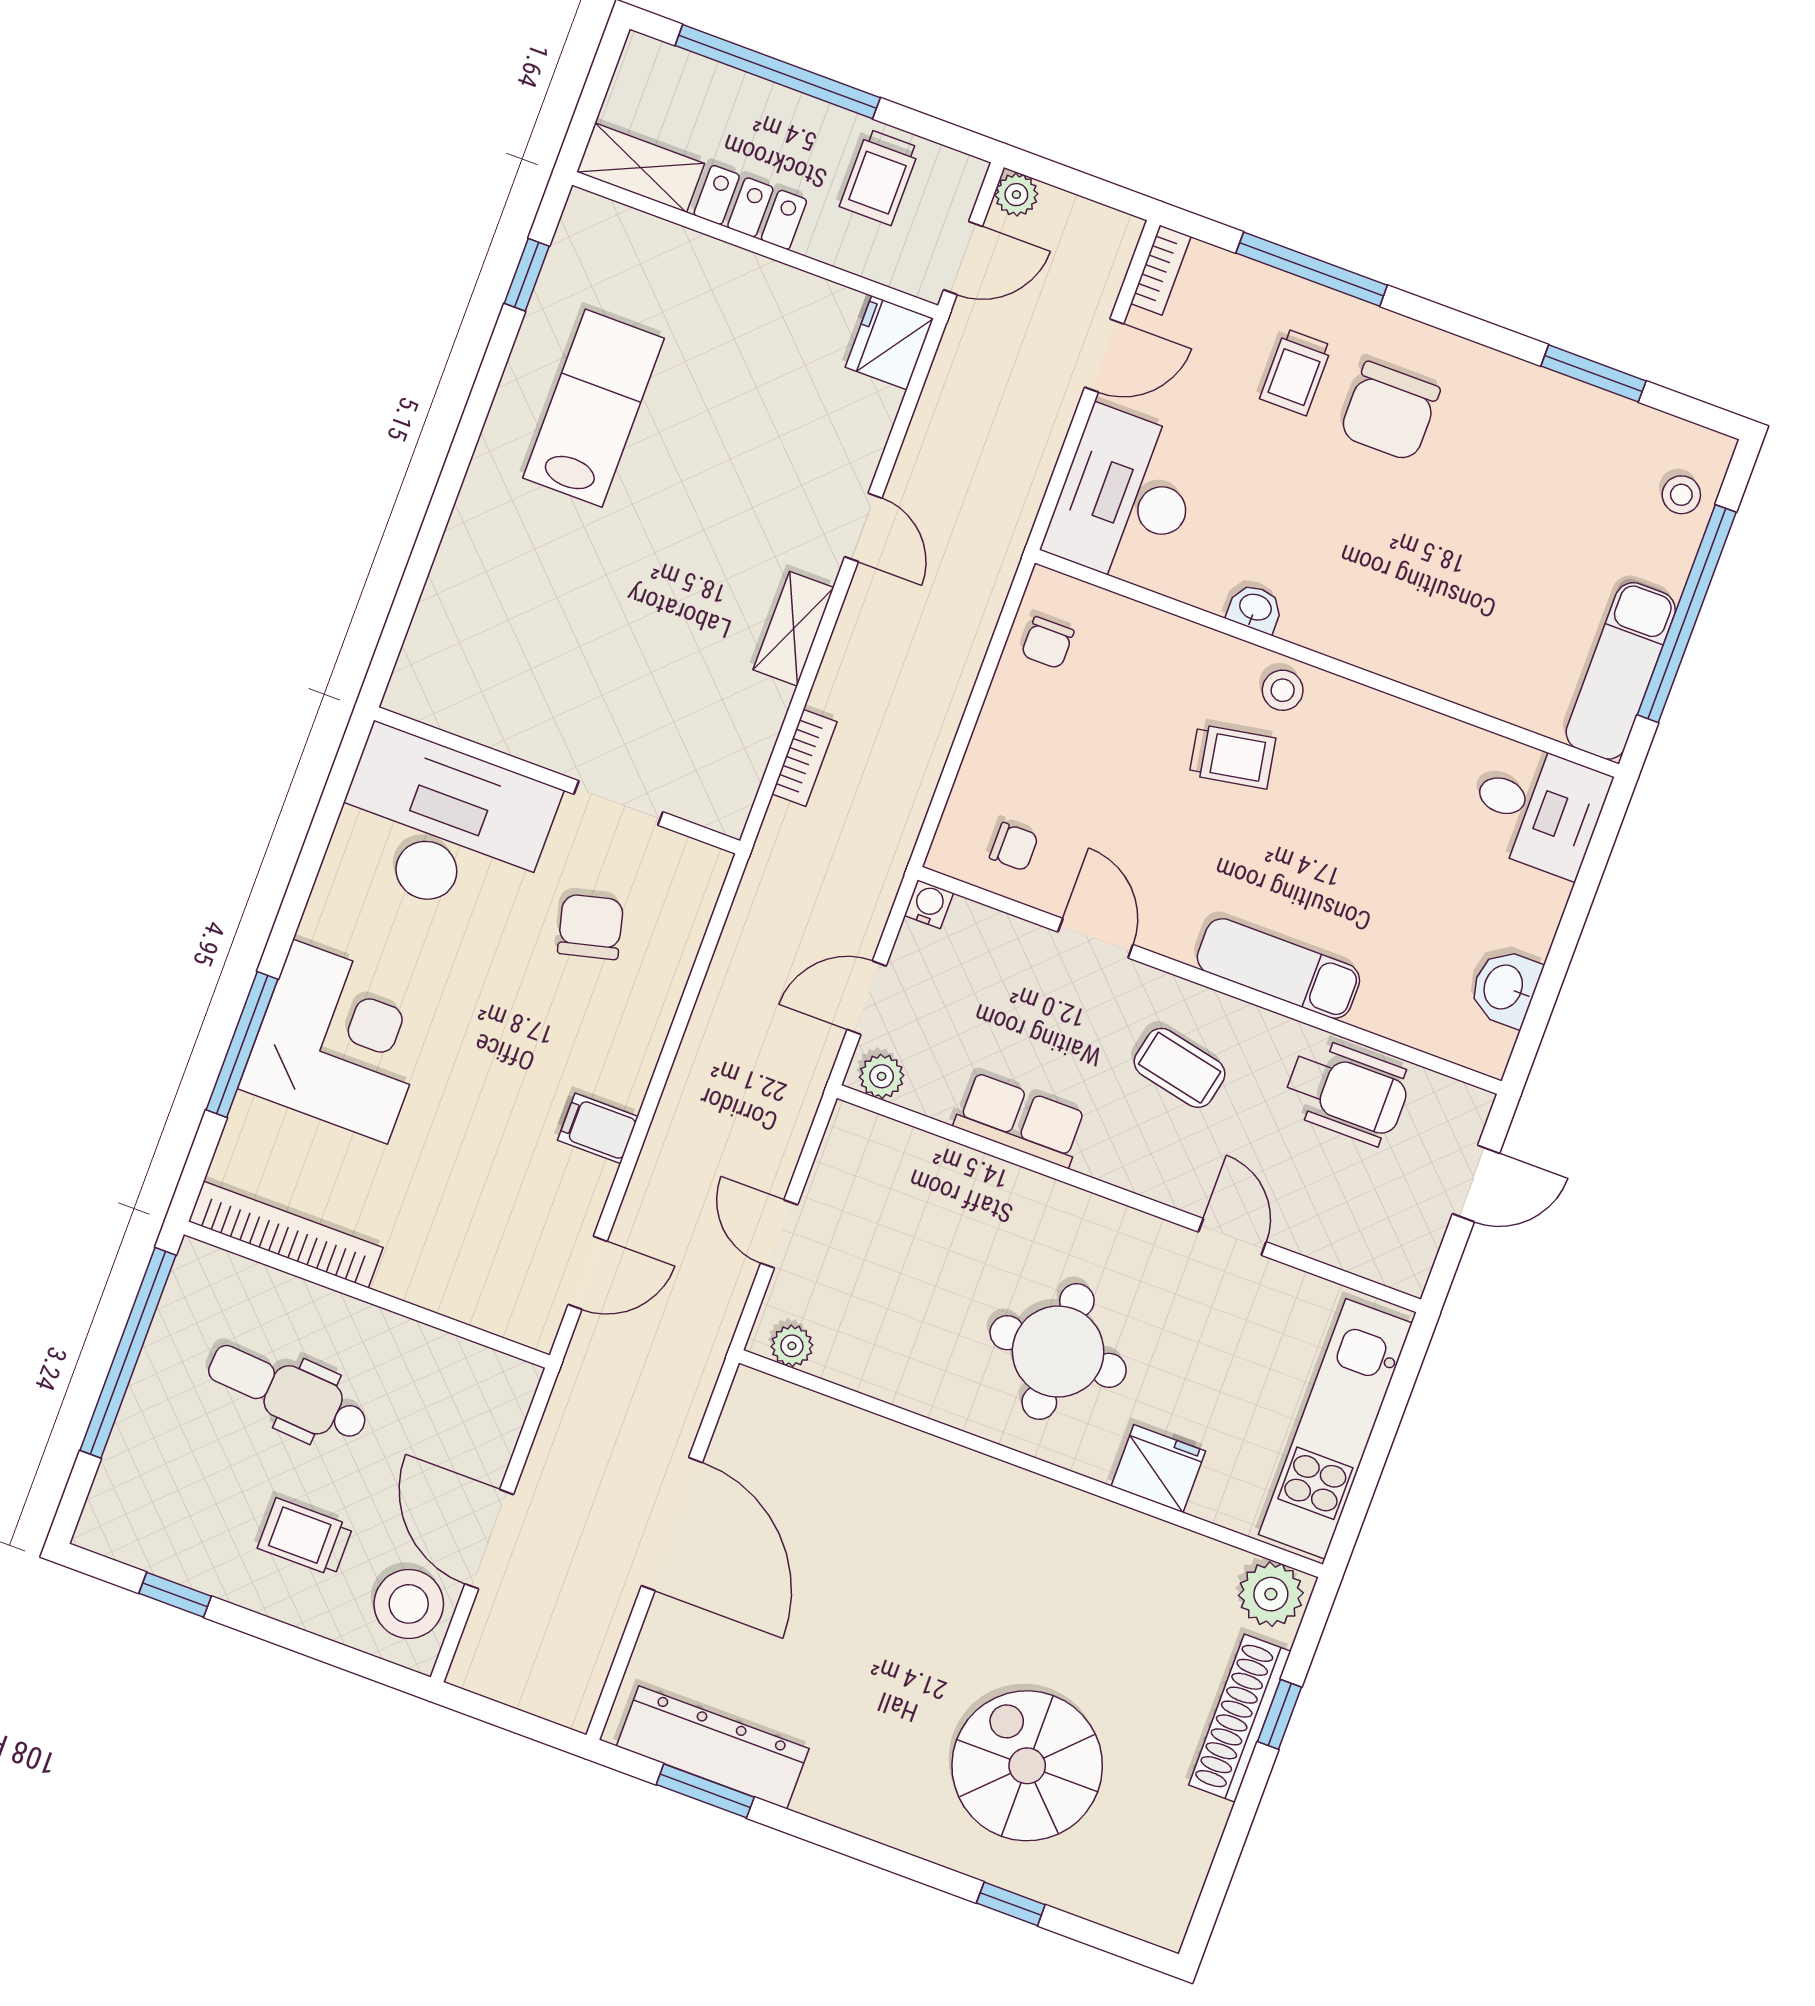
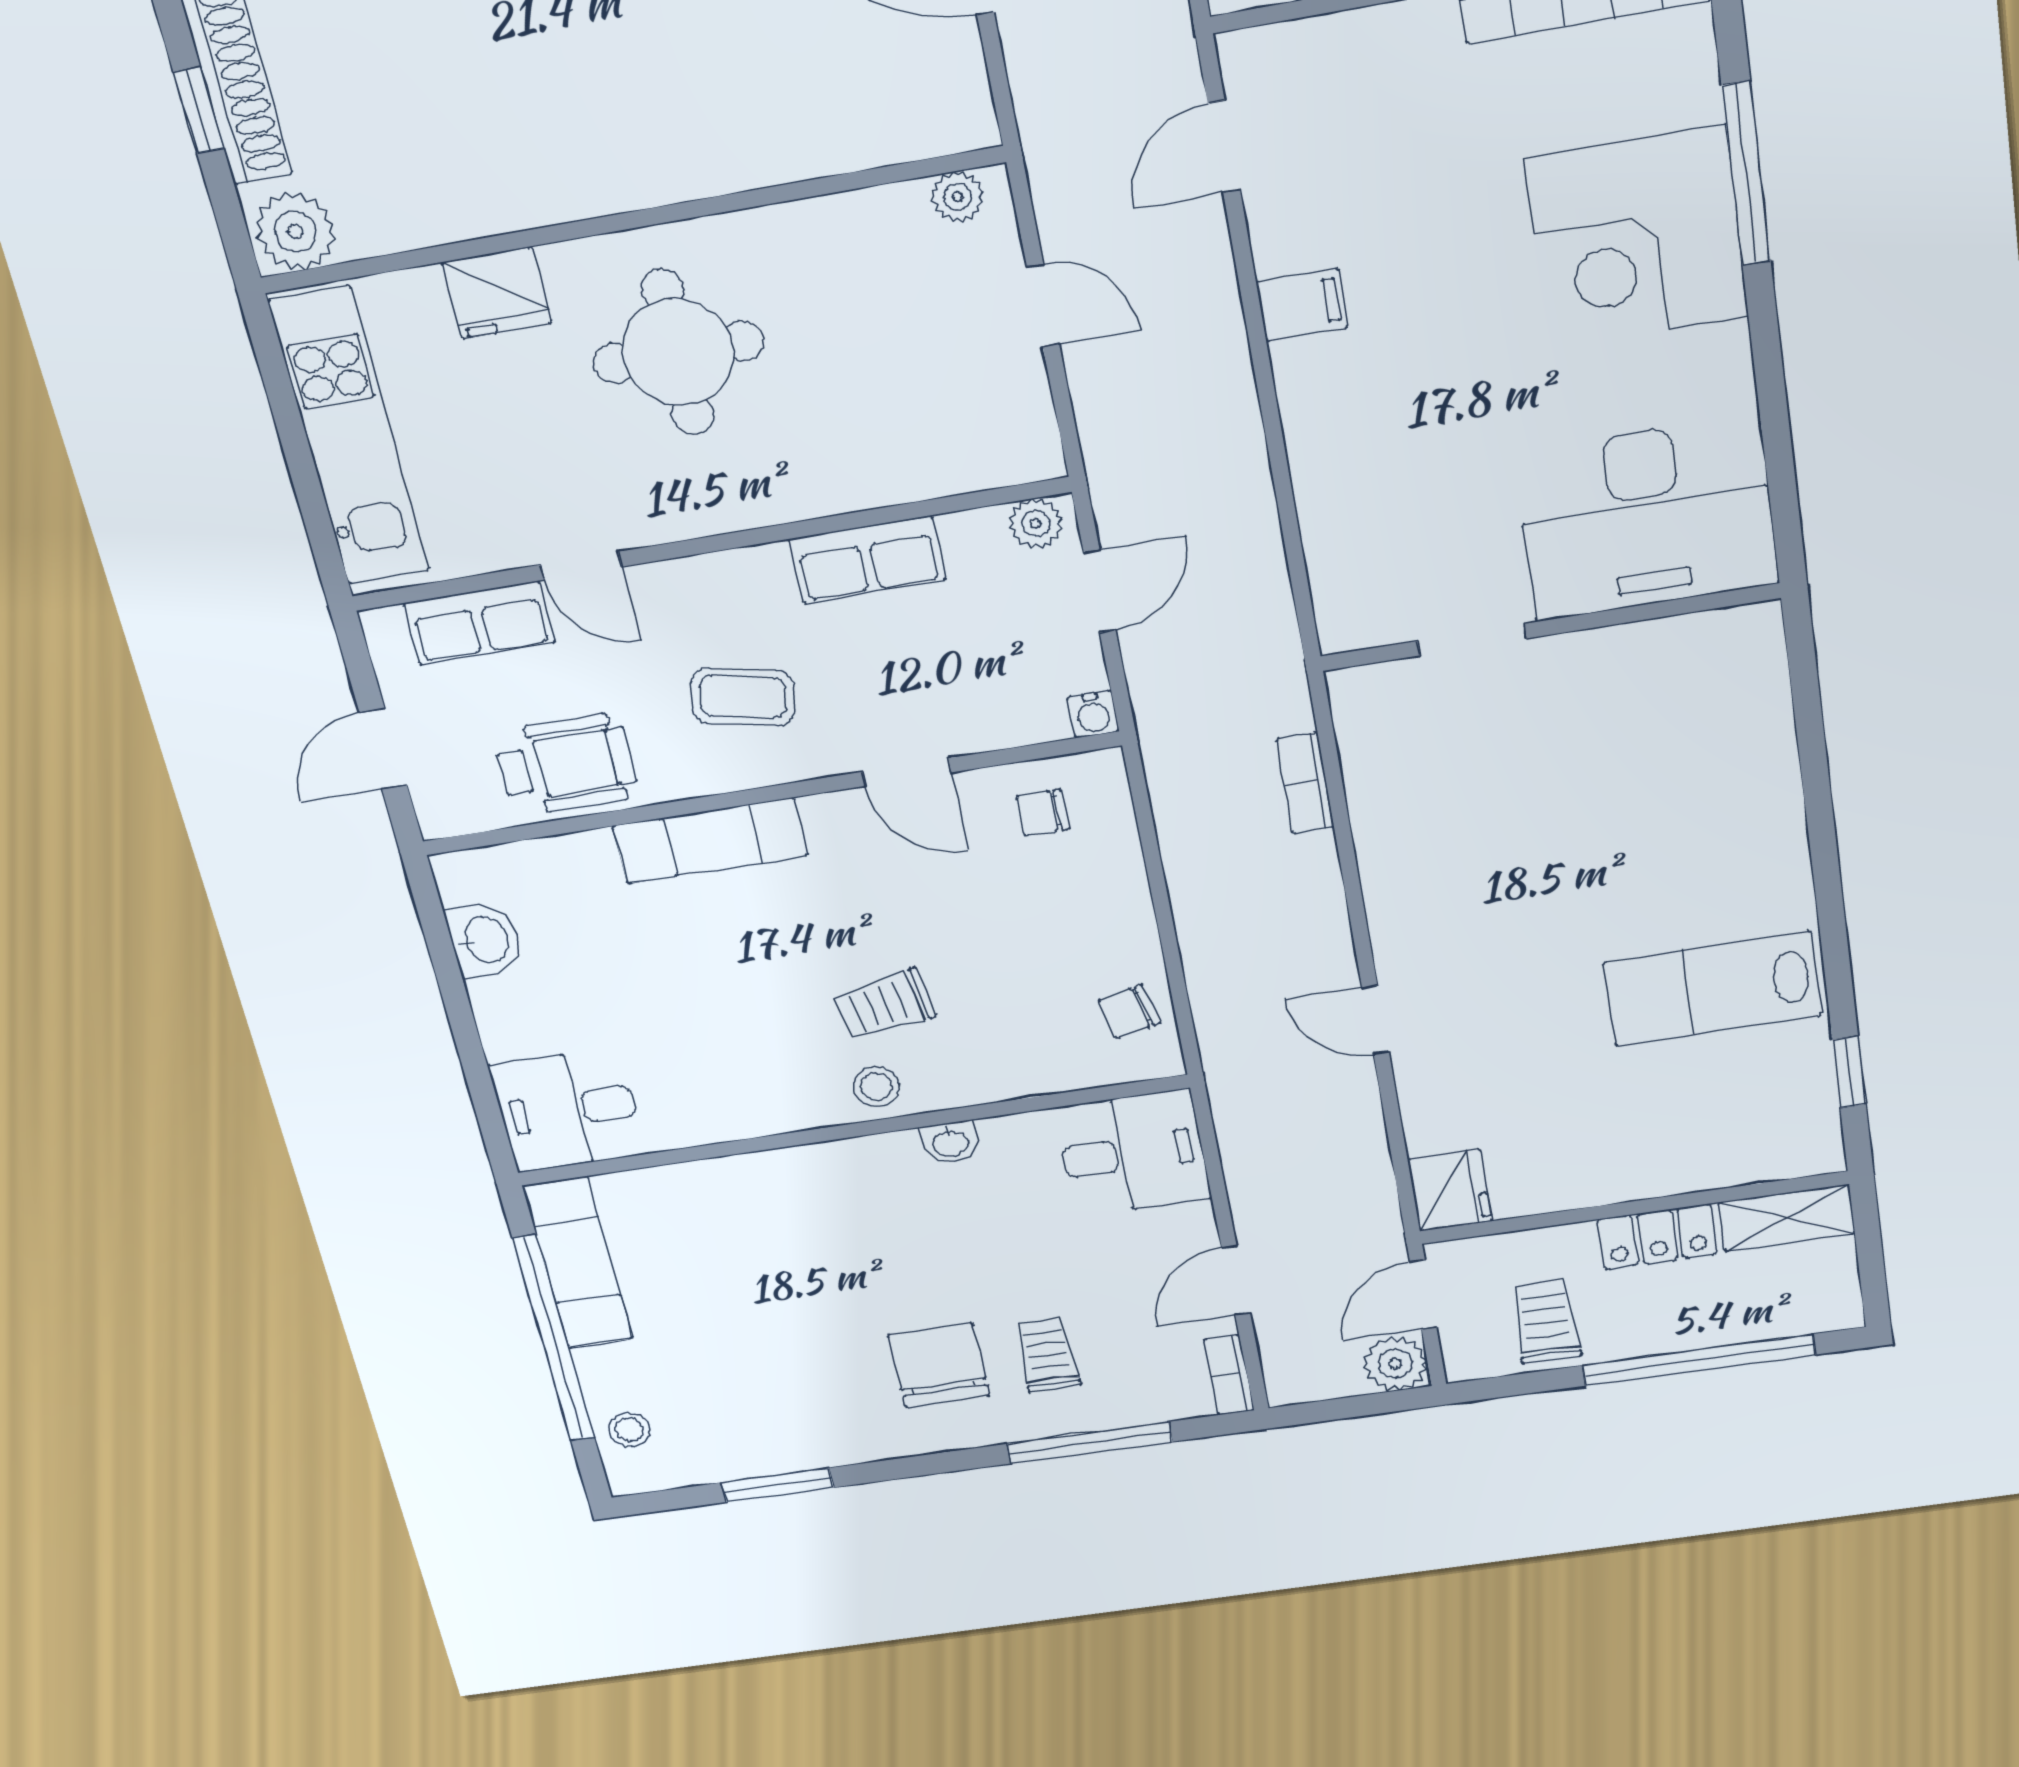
plant: (1016, 195) -> (1395, 1364), width x1.38, depth x1.38
lab bench: (594, 408) -> (1712, 989), turned 90
desk: (1125, 497) -> (1133, 1153), width x0.73
shelving: (794, 629) -> (1389, 895), removed
chair: (1048, 643) -> (1129, 1012), turned -103
chair: (591, 927) -> (1430, 504), removed
wheelchair: (1347, 1092) -> (566, 765), turned 180
row of seats: (1337, 1238) -> (479, 623), added

